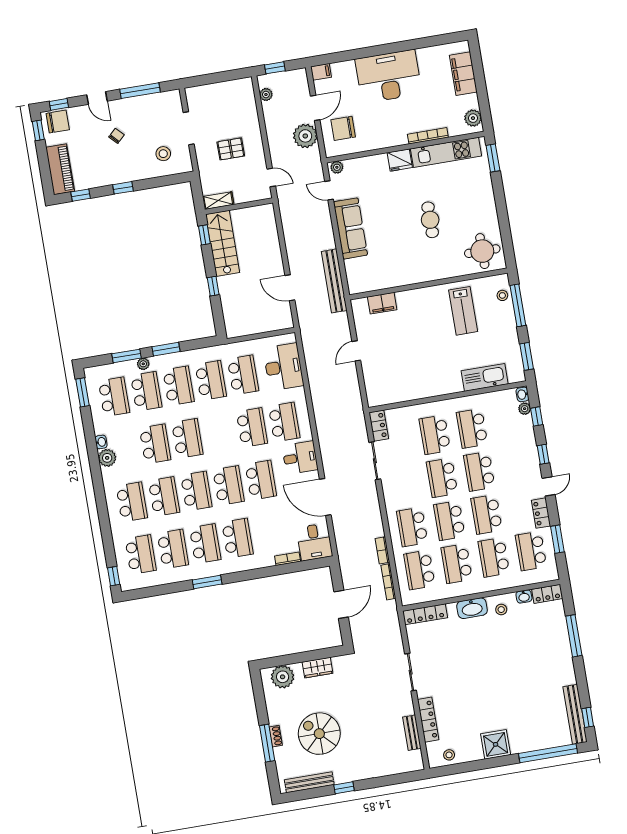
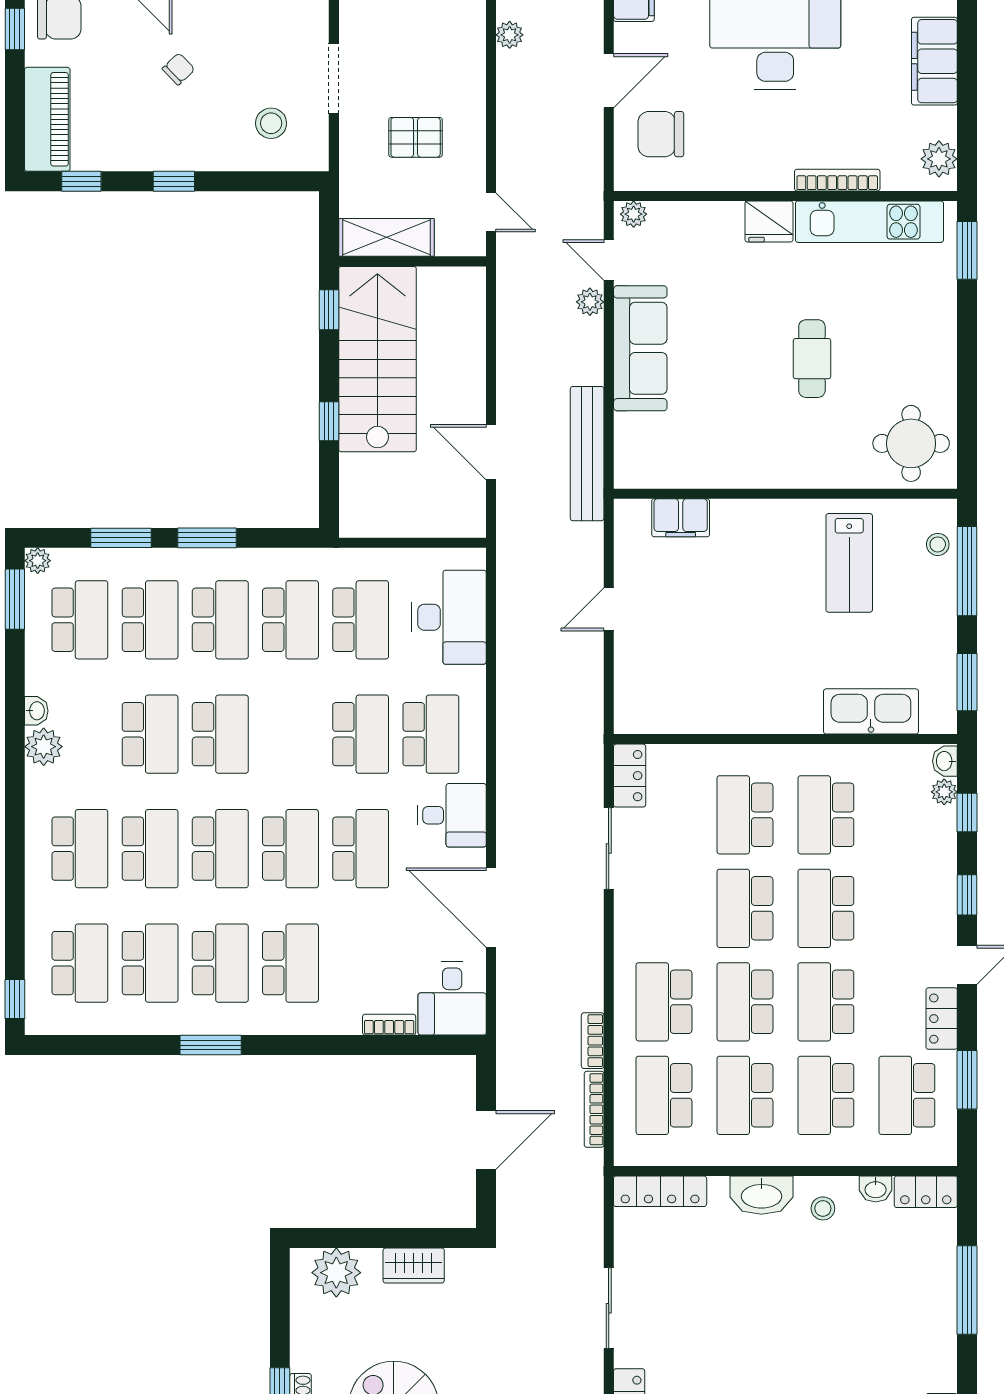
plant: (305, 136) -> (590, 302), moved, width x0.53, depth x0.53
shelving: (218, 201) -> (386, 237), width x1.50, depth x1.33
stairs: (223, 243) -> (377, 359), width x1.36, depth x1.51
plant: (143, 364) -> (38, 561), moved

